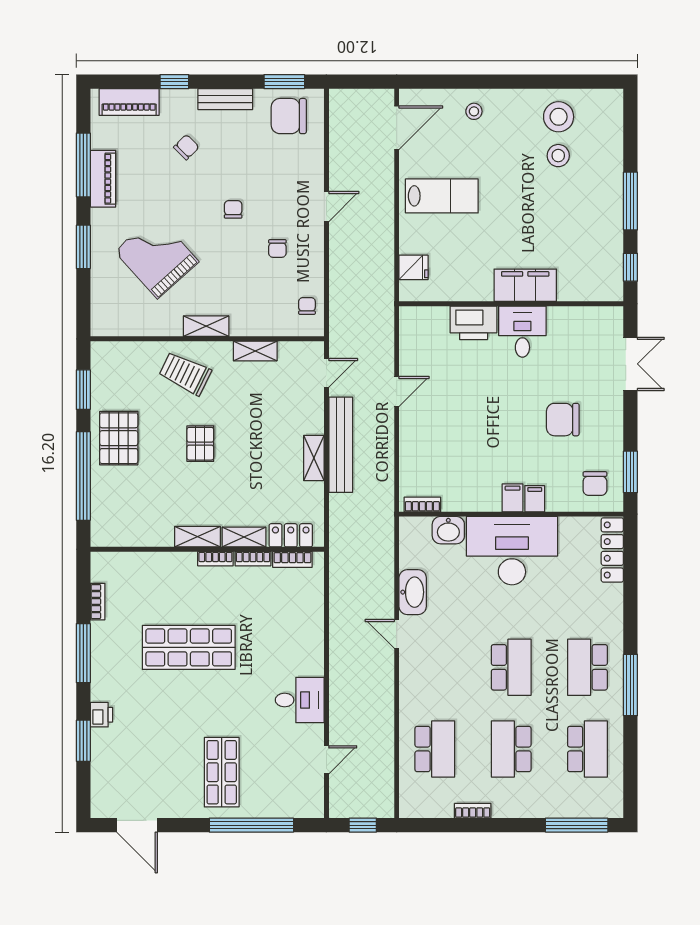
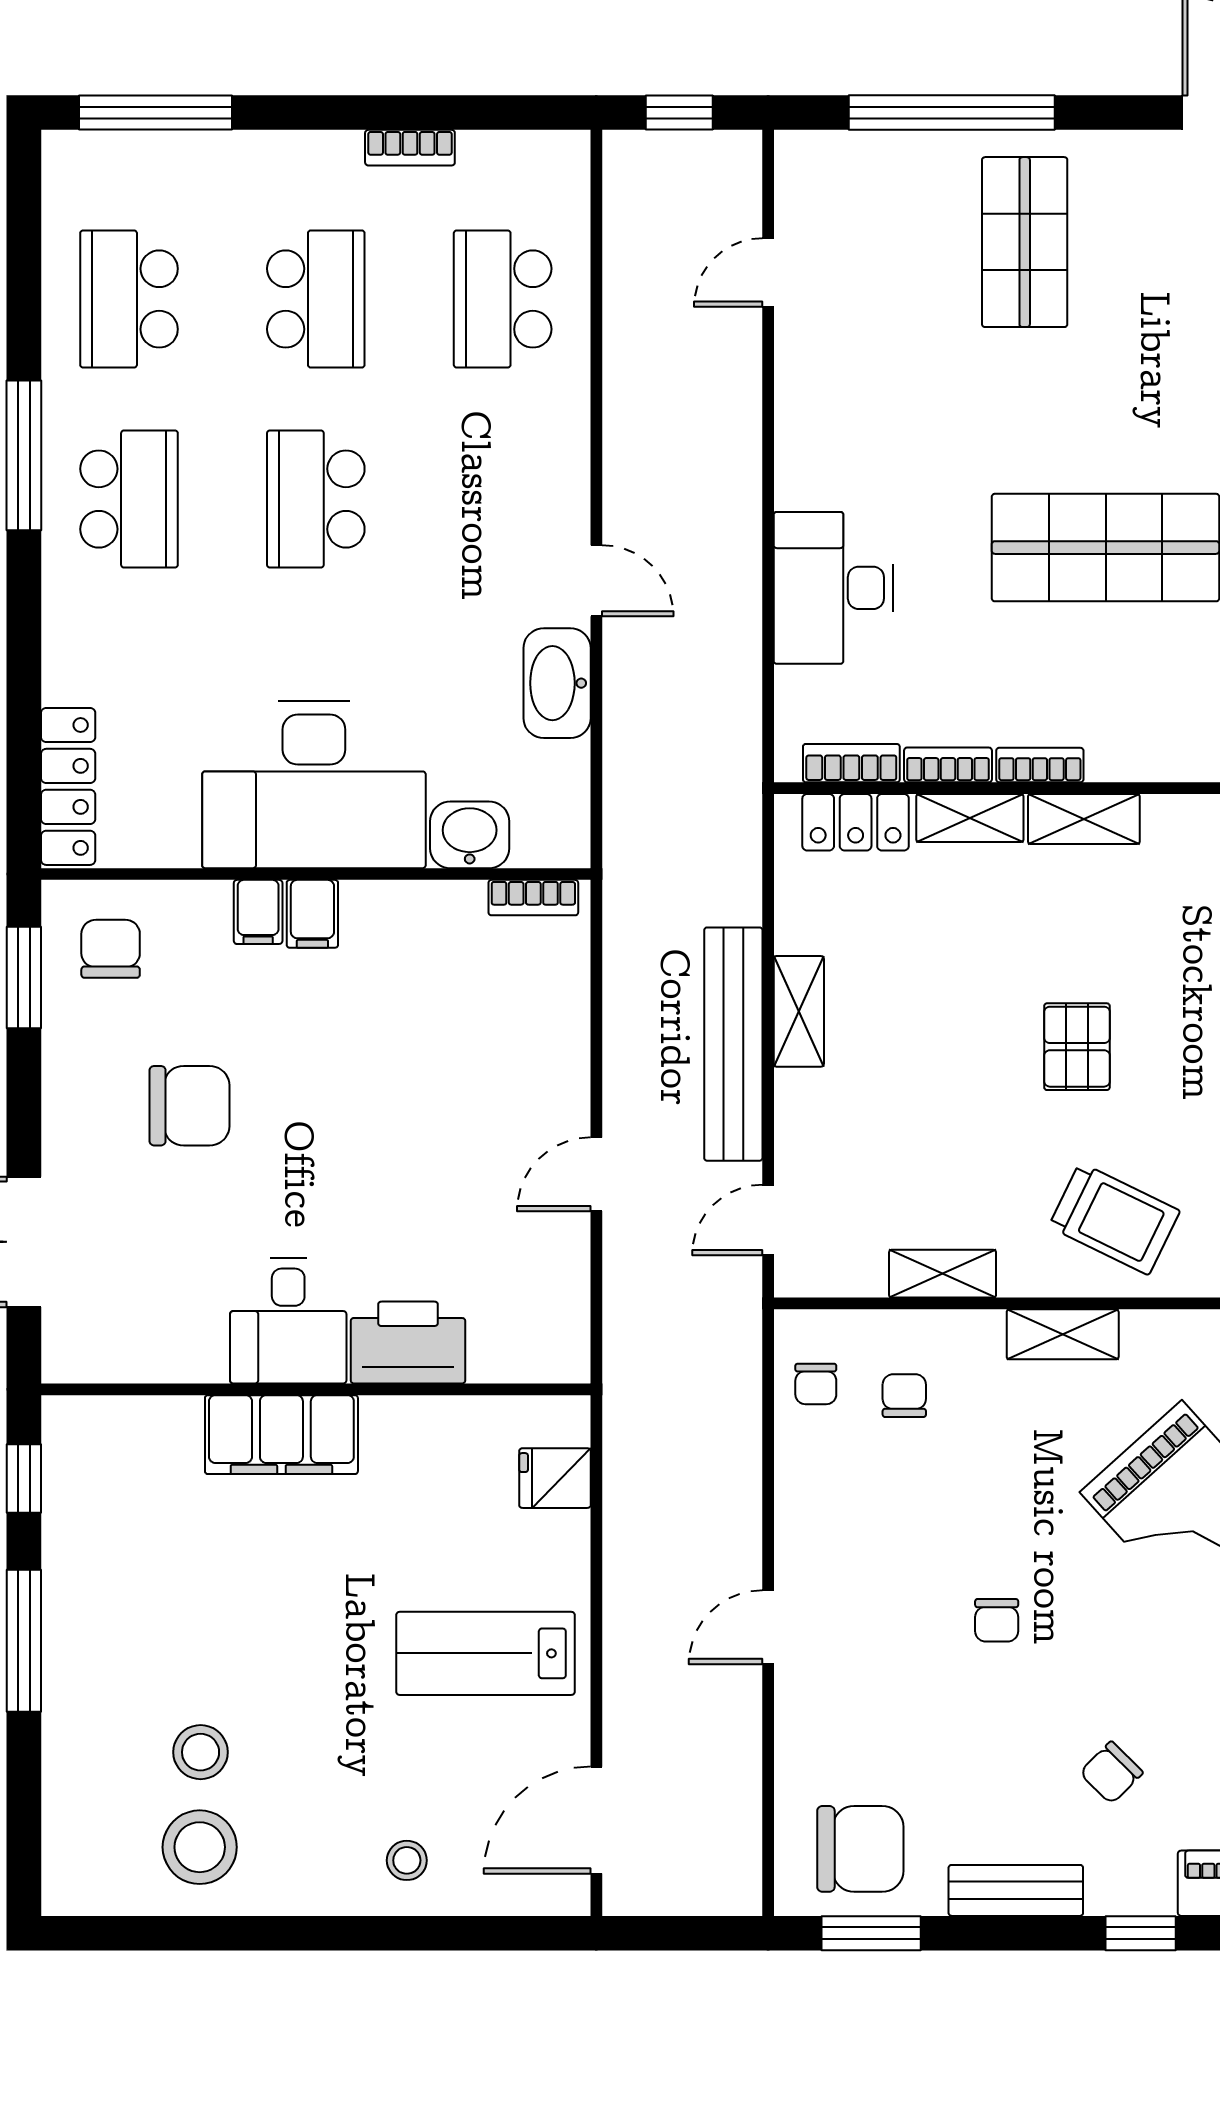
chair: (277, 248) -> (904, 1396), moved
desk: (300, 700) -> (834, 588), moved, width x1.37

